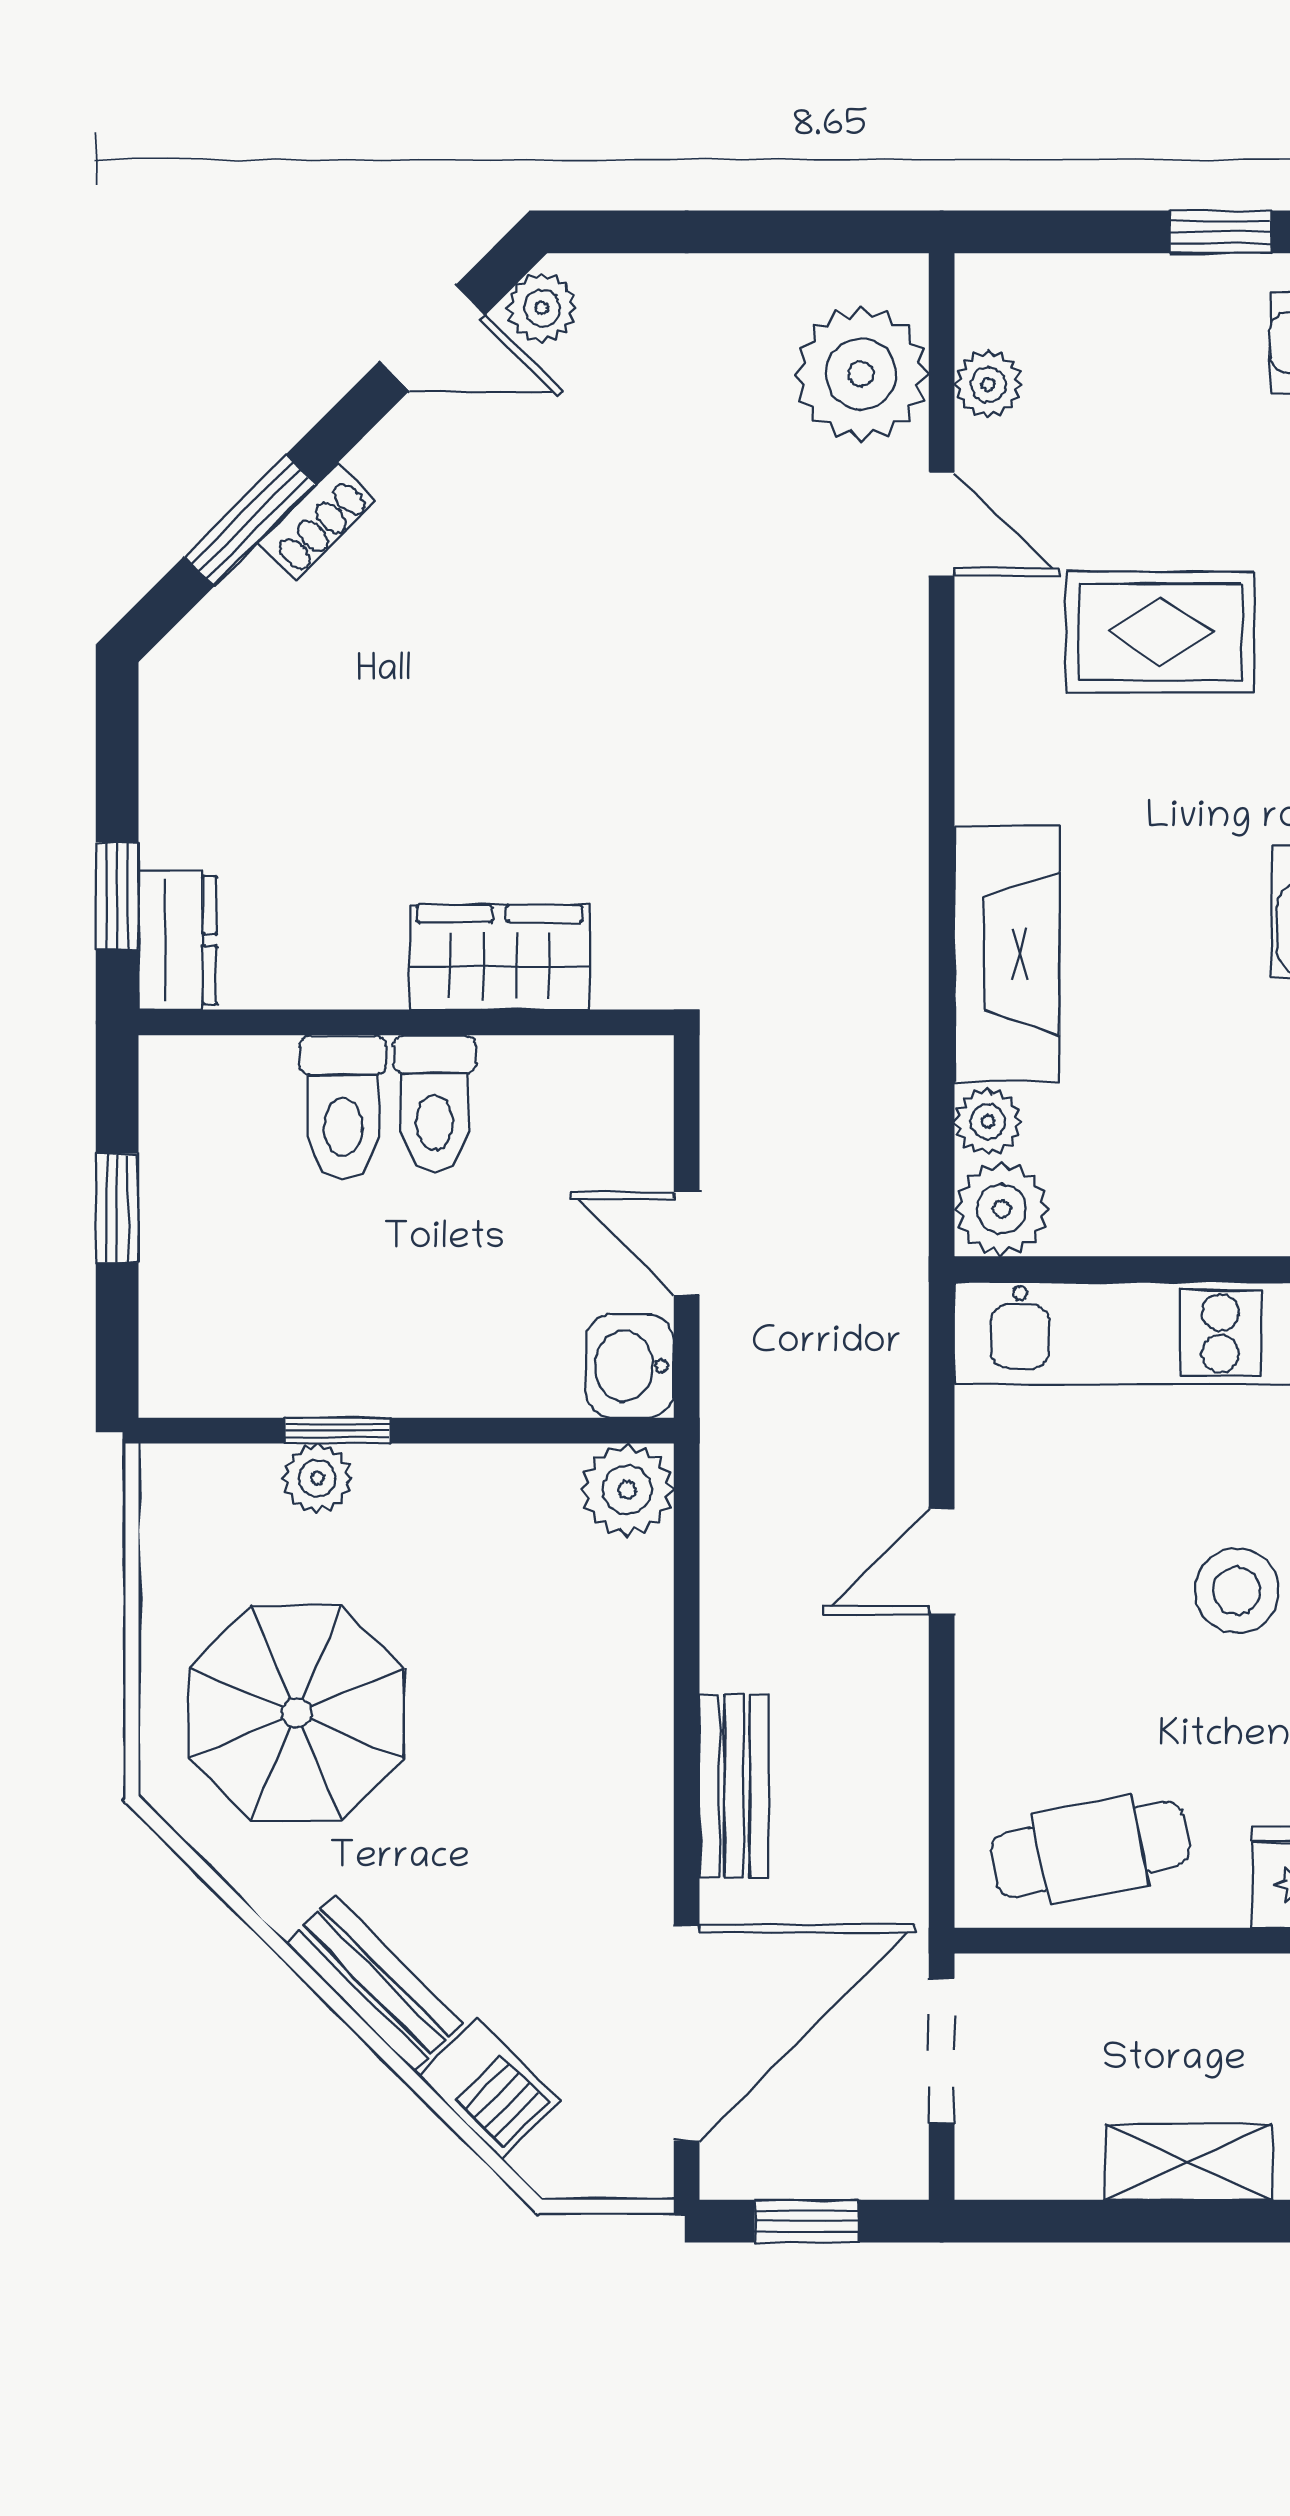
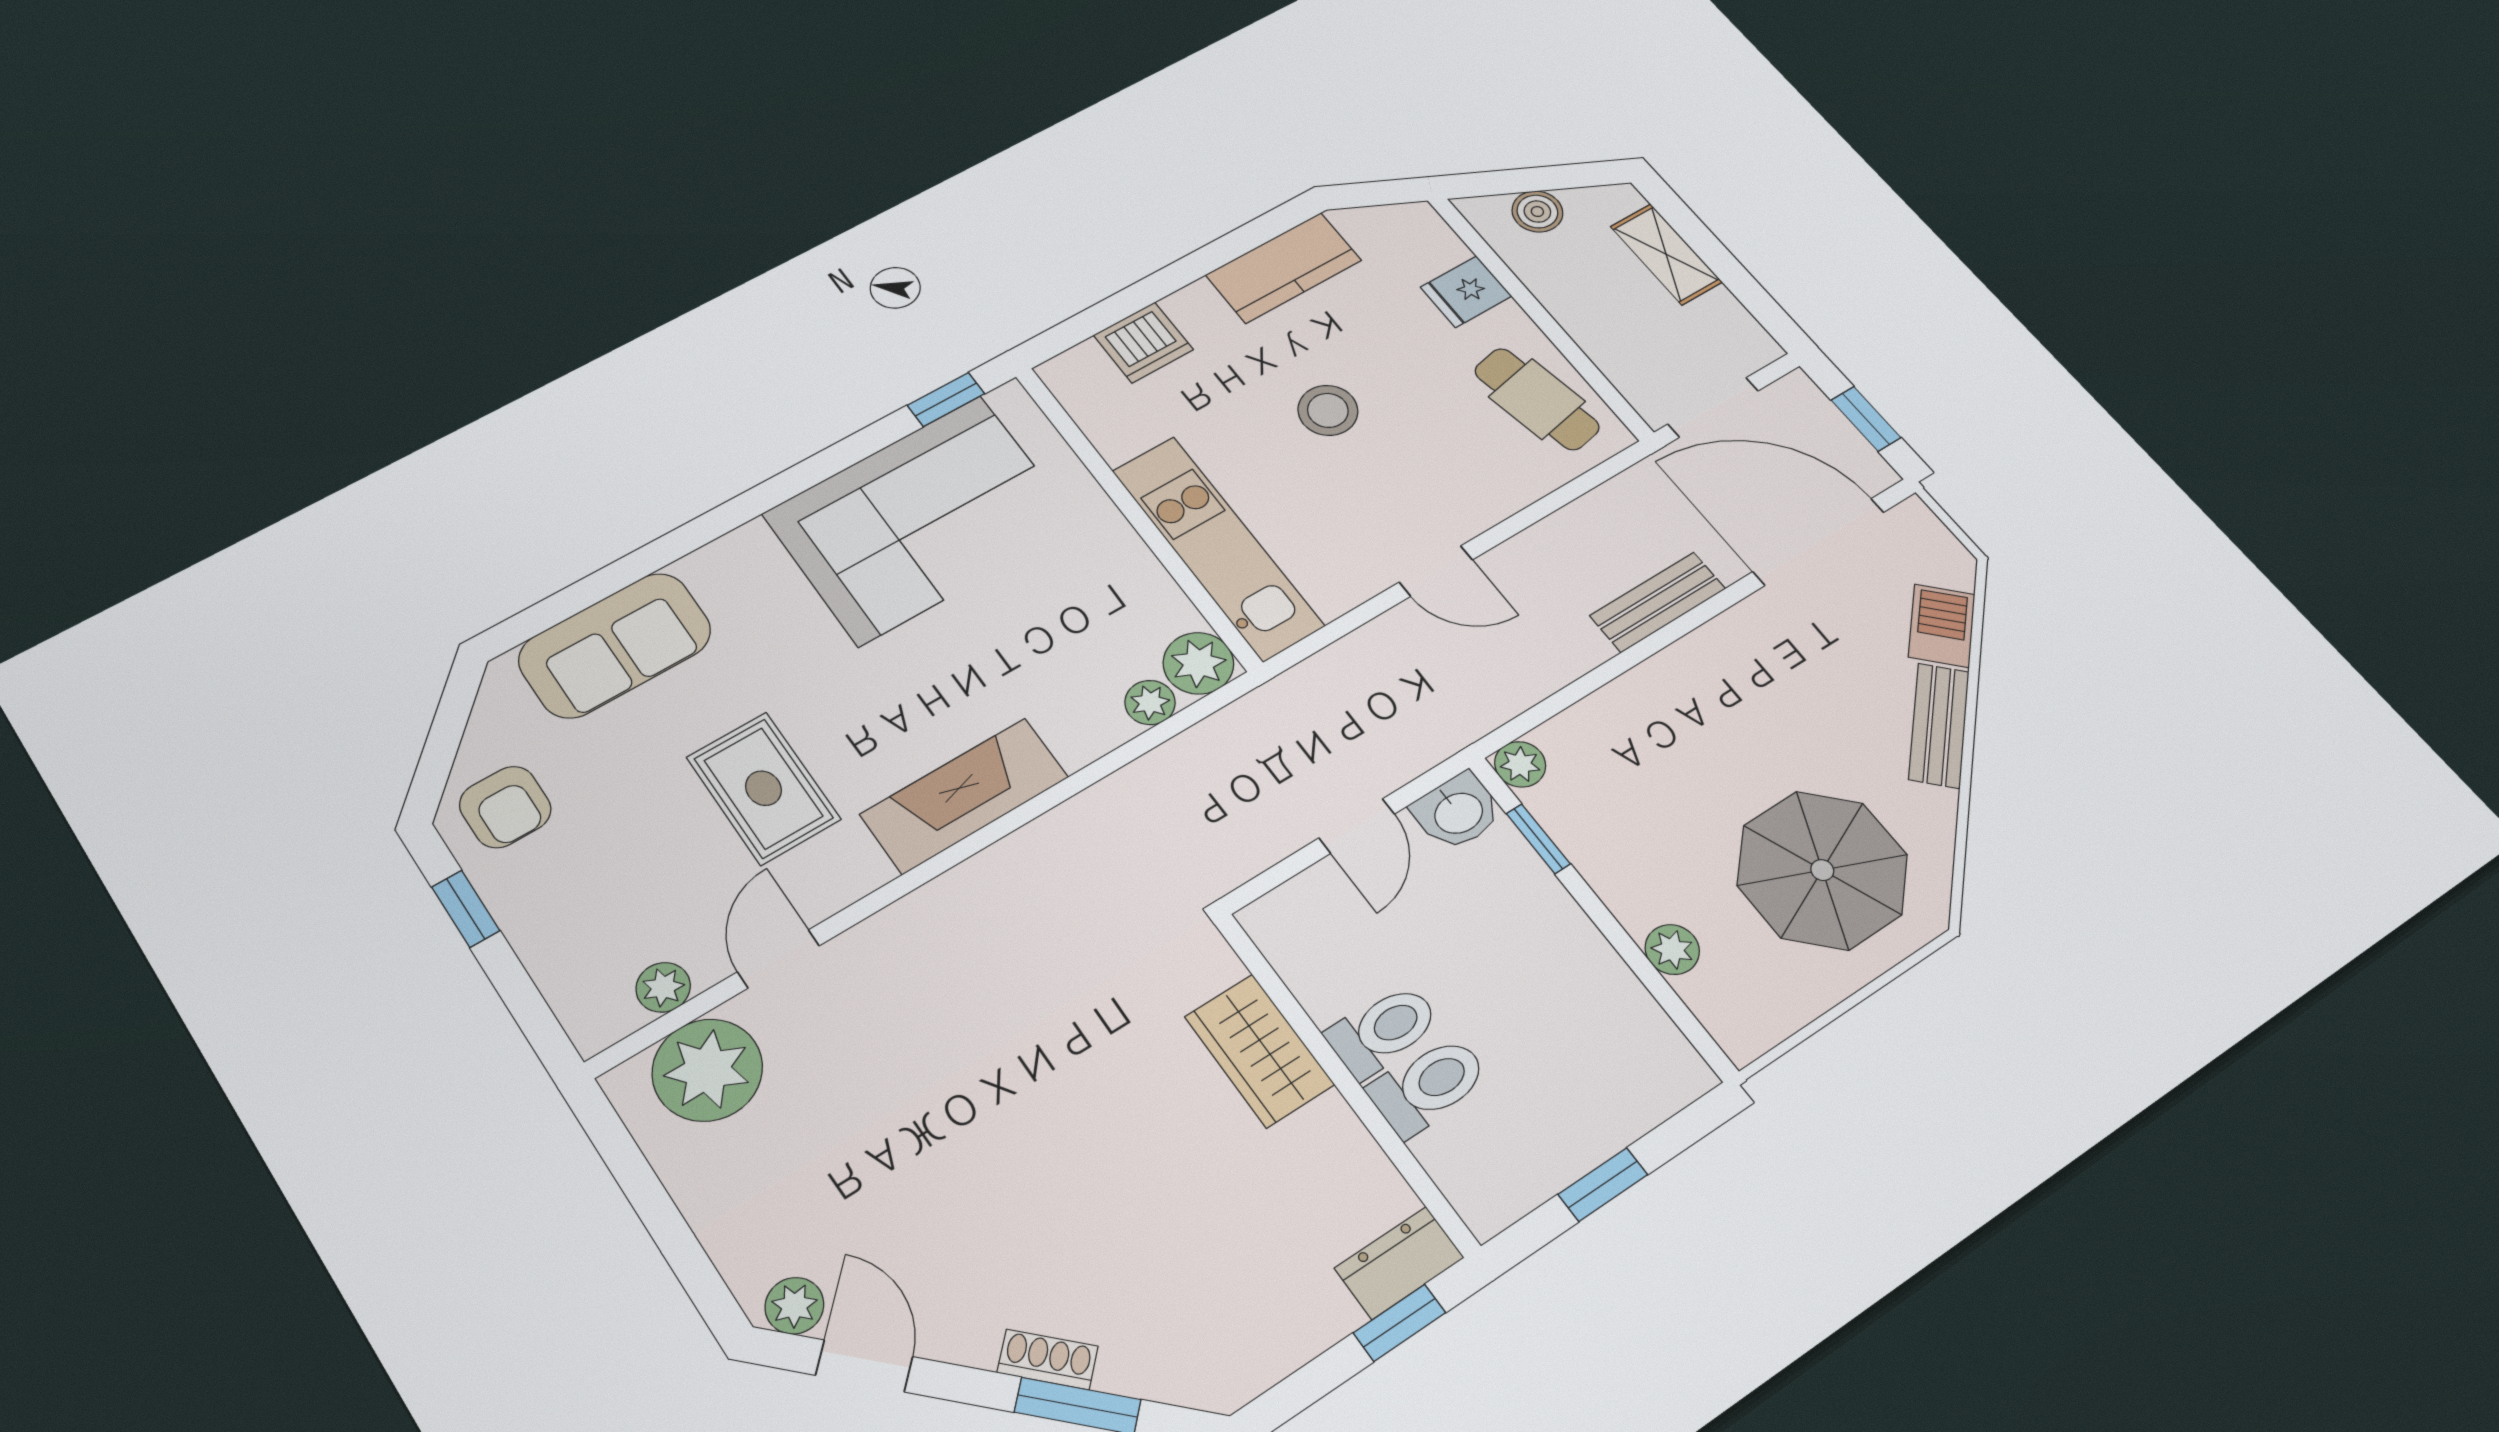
fireplace: (1007, 954) -> (964, 796), moved
window: (338, 1431) -> (1538, 839), moved
plant: (627, 1490) -> (1520, 764), width x0.73, depth x0.73

